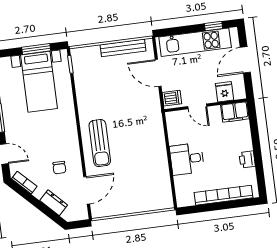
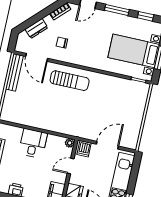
bench: (123, 48) -> (14, 72), moved
plant: (171, 117) -> (70, 143), added
sun lounger: (100, 143) -> (70, 81), turned 180

